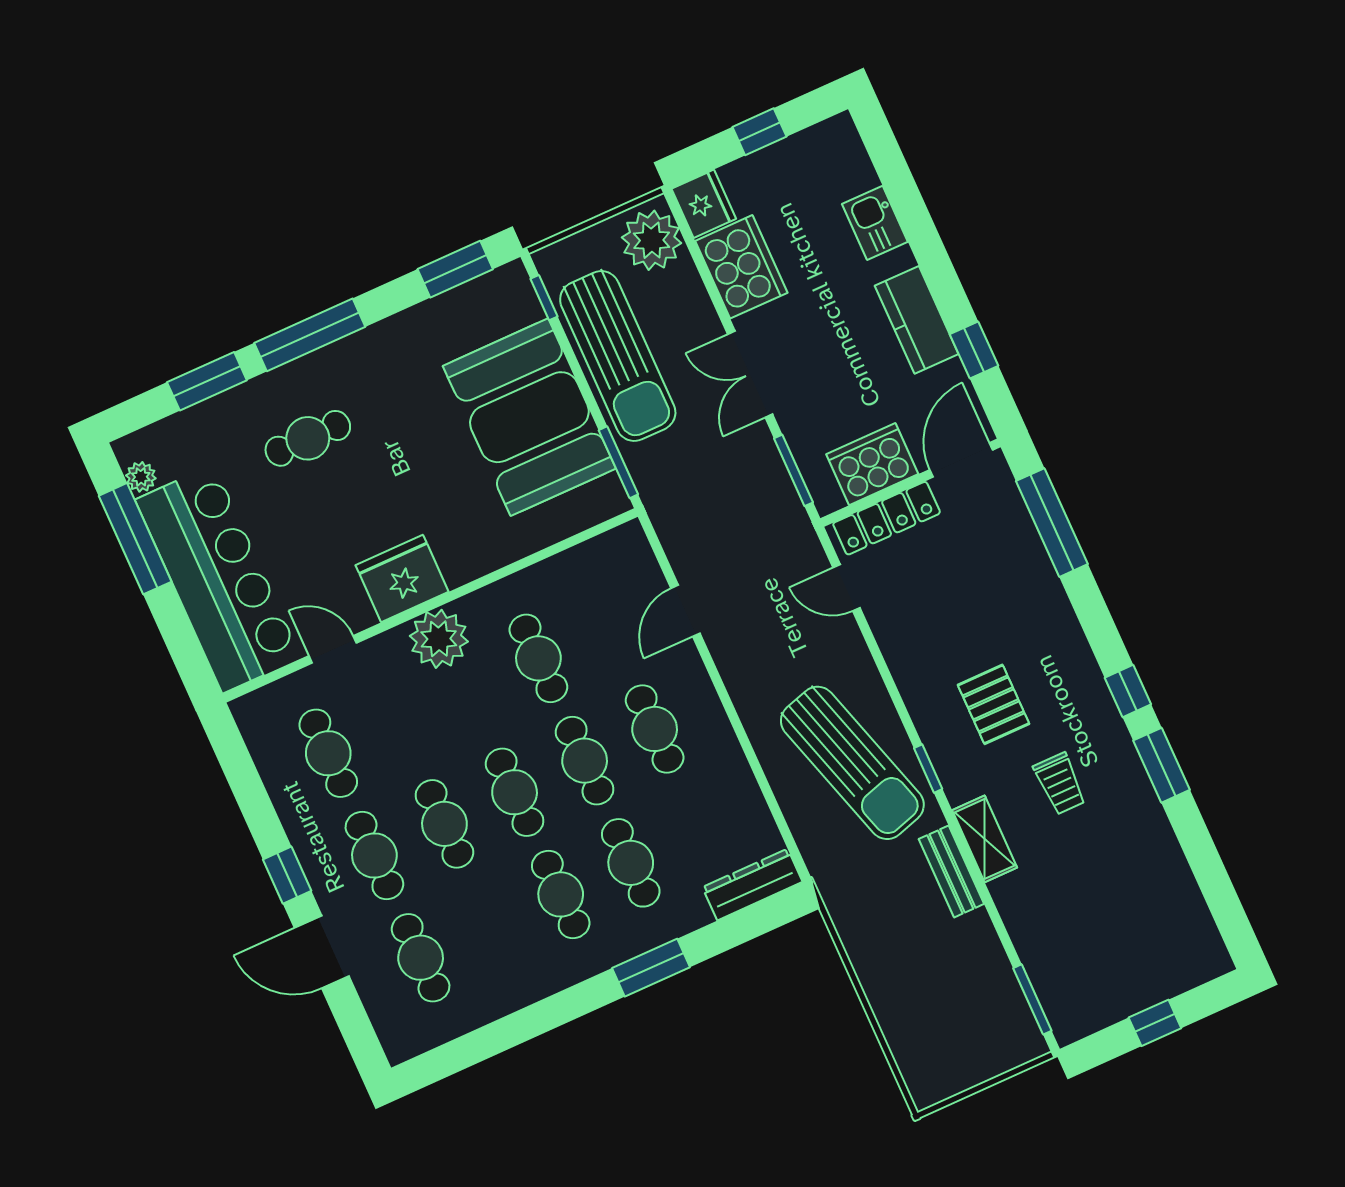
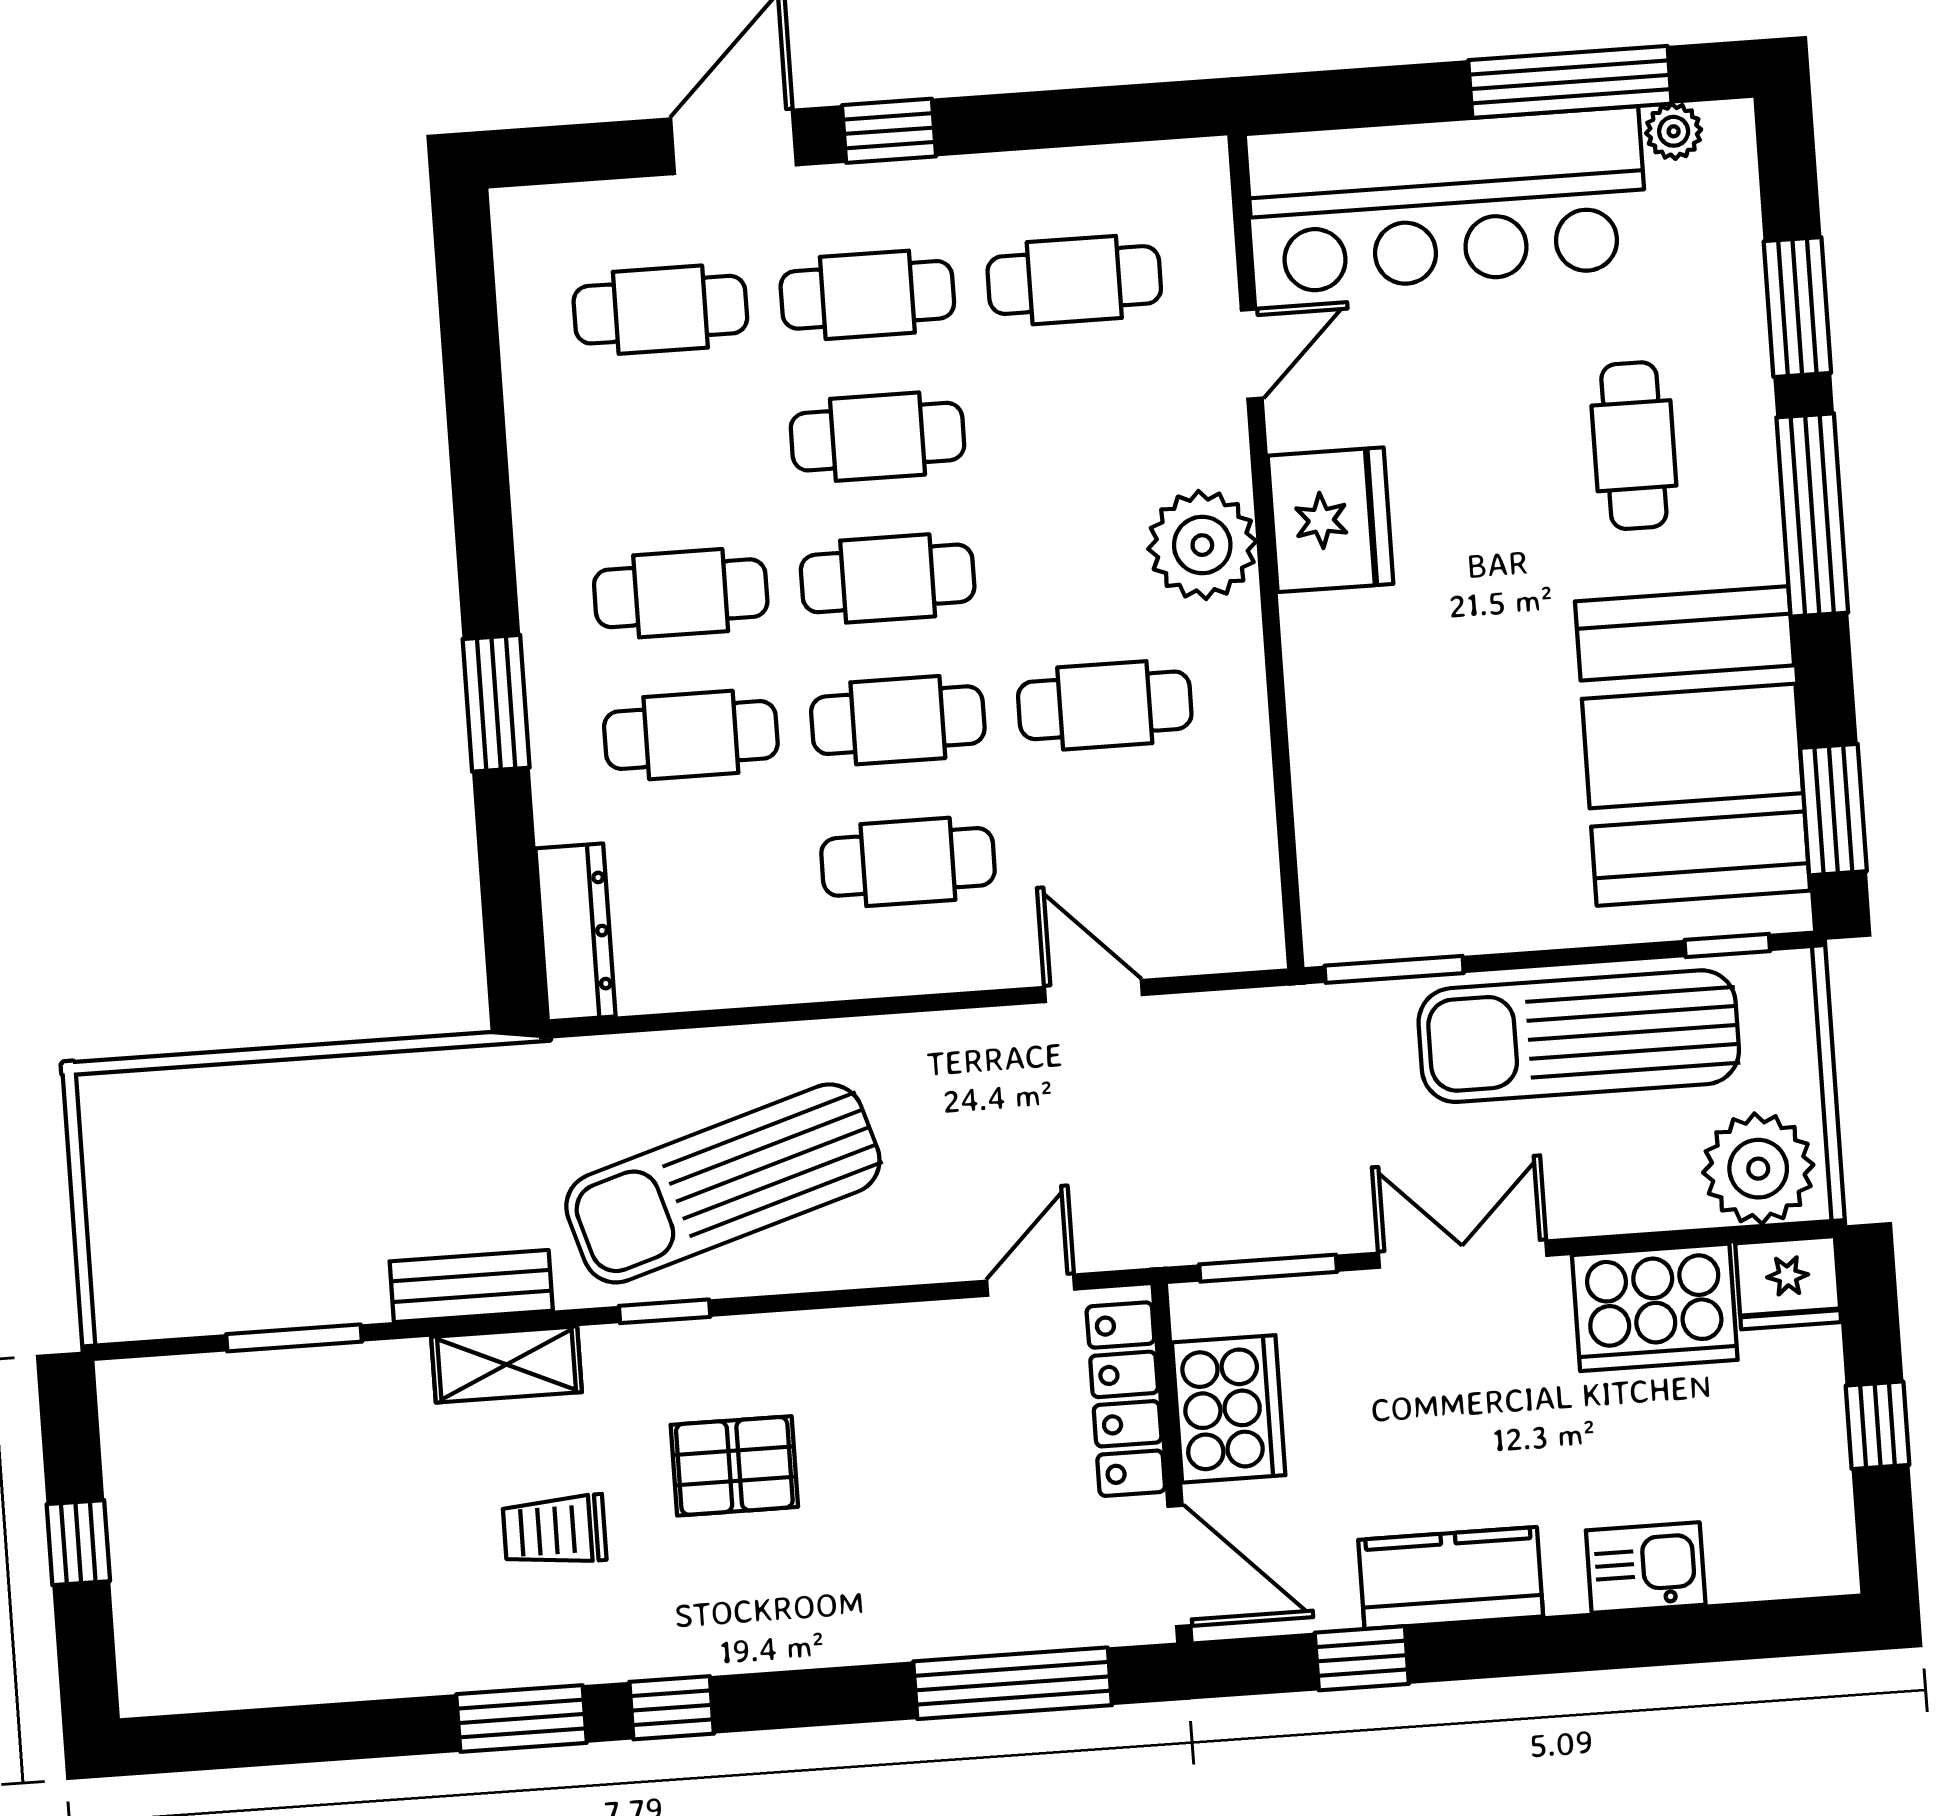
booth: (529, 417) -> (1693, 746), moved, turned 90
window: (1032, 999) -> (294, 1338), moved

